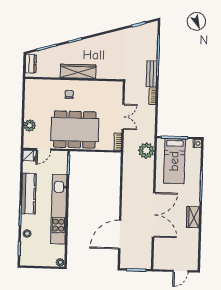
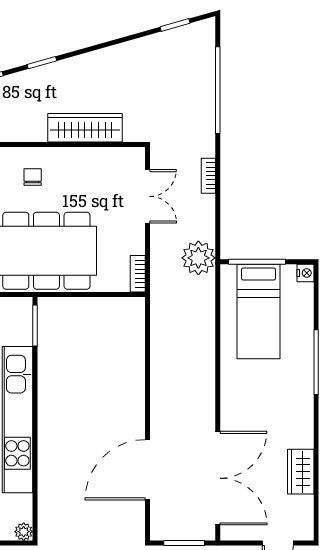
wardrobe: (78, 71) -> (85, 128), moved
bench: (152, 74) -> (205, 129), removed
double door: (123, 117) -> (147, 196), moved
plant: (146, 151) -> (198, 258), moved
double door: (154, 215) -> (218, 478), moved
wardrobe: (193, 217) -> (301, 472), moved

